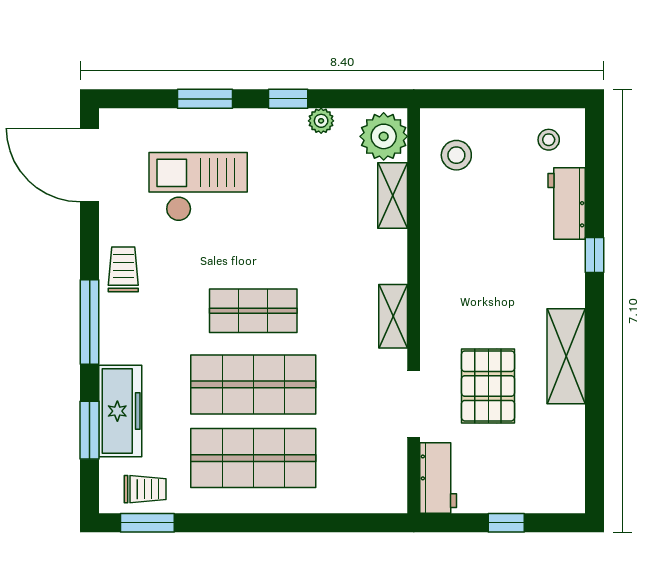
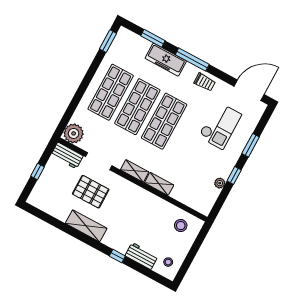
plant: (384, 136) -> (74, 133), moved
shelving: (393, 195) -> (159, 184), moved
shop shelf: (253, 311) -> (164, 121), width x1.43, depth x1.36
freezer: (120, 411) -> (166, 60), moved
trolley: (145, 489) -> (121, 47), removed

